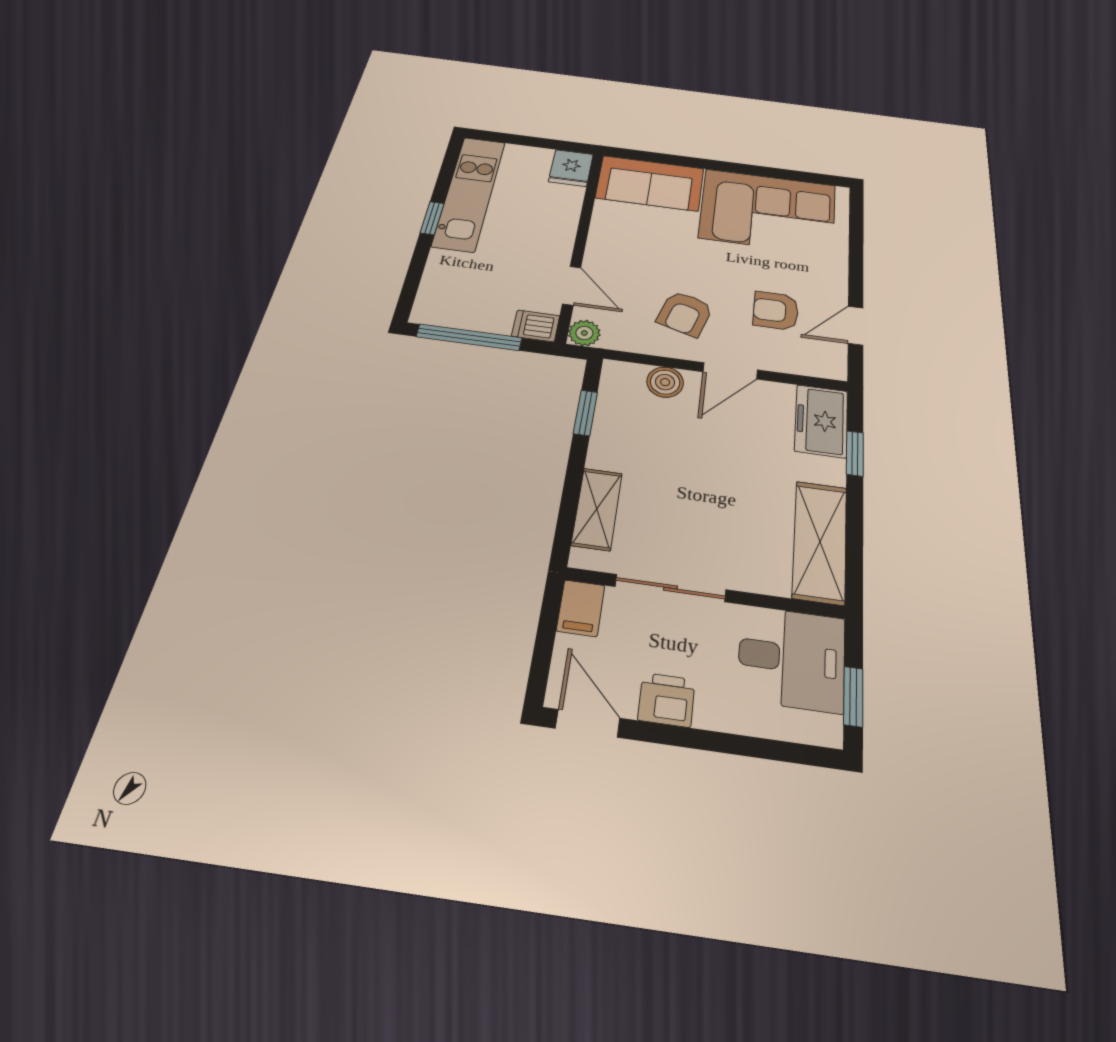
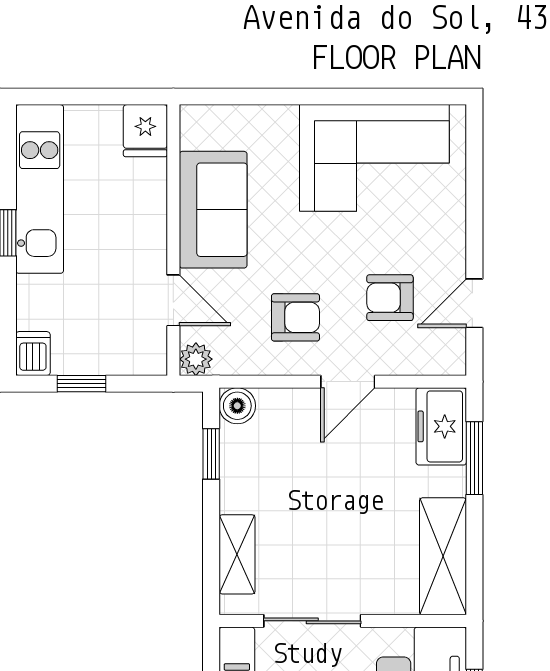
sofa: (650, 183) -> (213, 210), moved, turned -90
armchair: (685, 314) -> (295, 317), turned -107
dishwasher: (536, 326) -> (33, 354), moved, turned 90
window: (469, 337) -> (81, 384), width x0.46
boiler: (665, 382) -> (237, 406), moved
window: (855, 453) -> (474, 458), width x1.50

